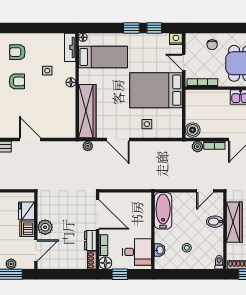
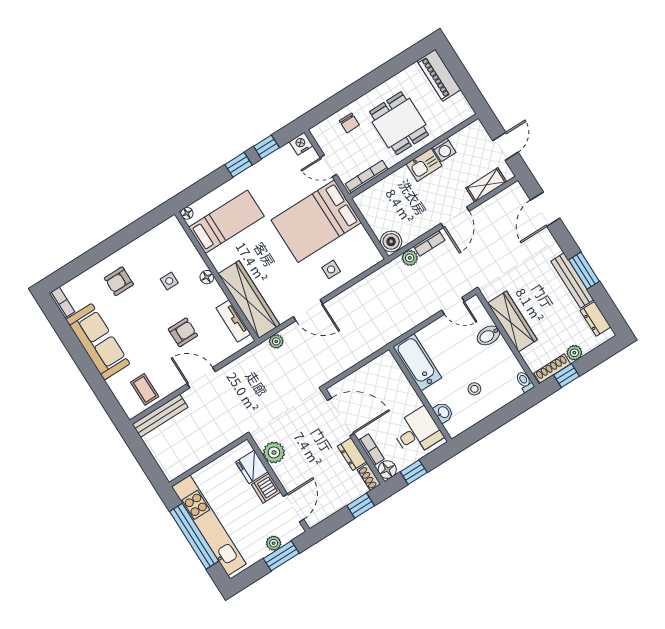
tv unit: (70, 47) -> (233, 321), moved
armchair: (17, 81) -> (183, 332), moved
door: (205, 191) -> (453, 306), hinge flipped
plant: (45, 227) -> (274, 452), moved
window: (76, 274) -> (361, 506), added

